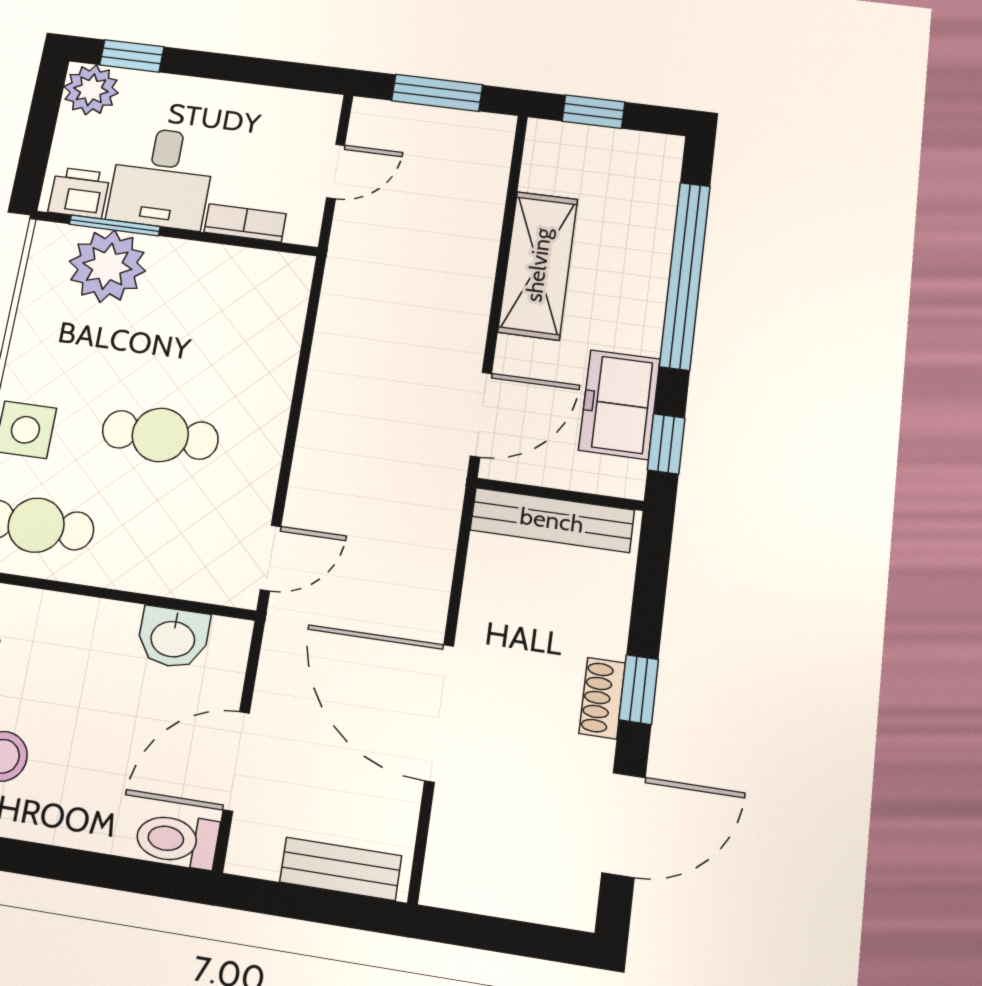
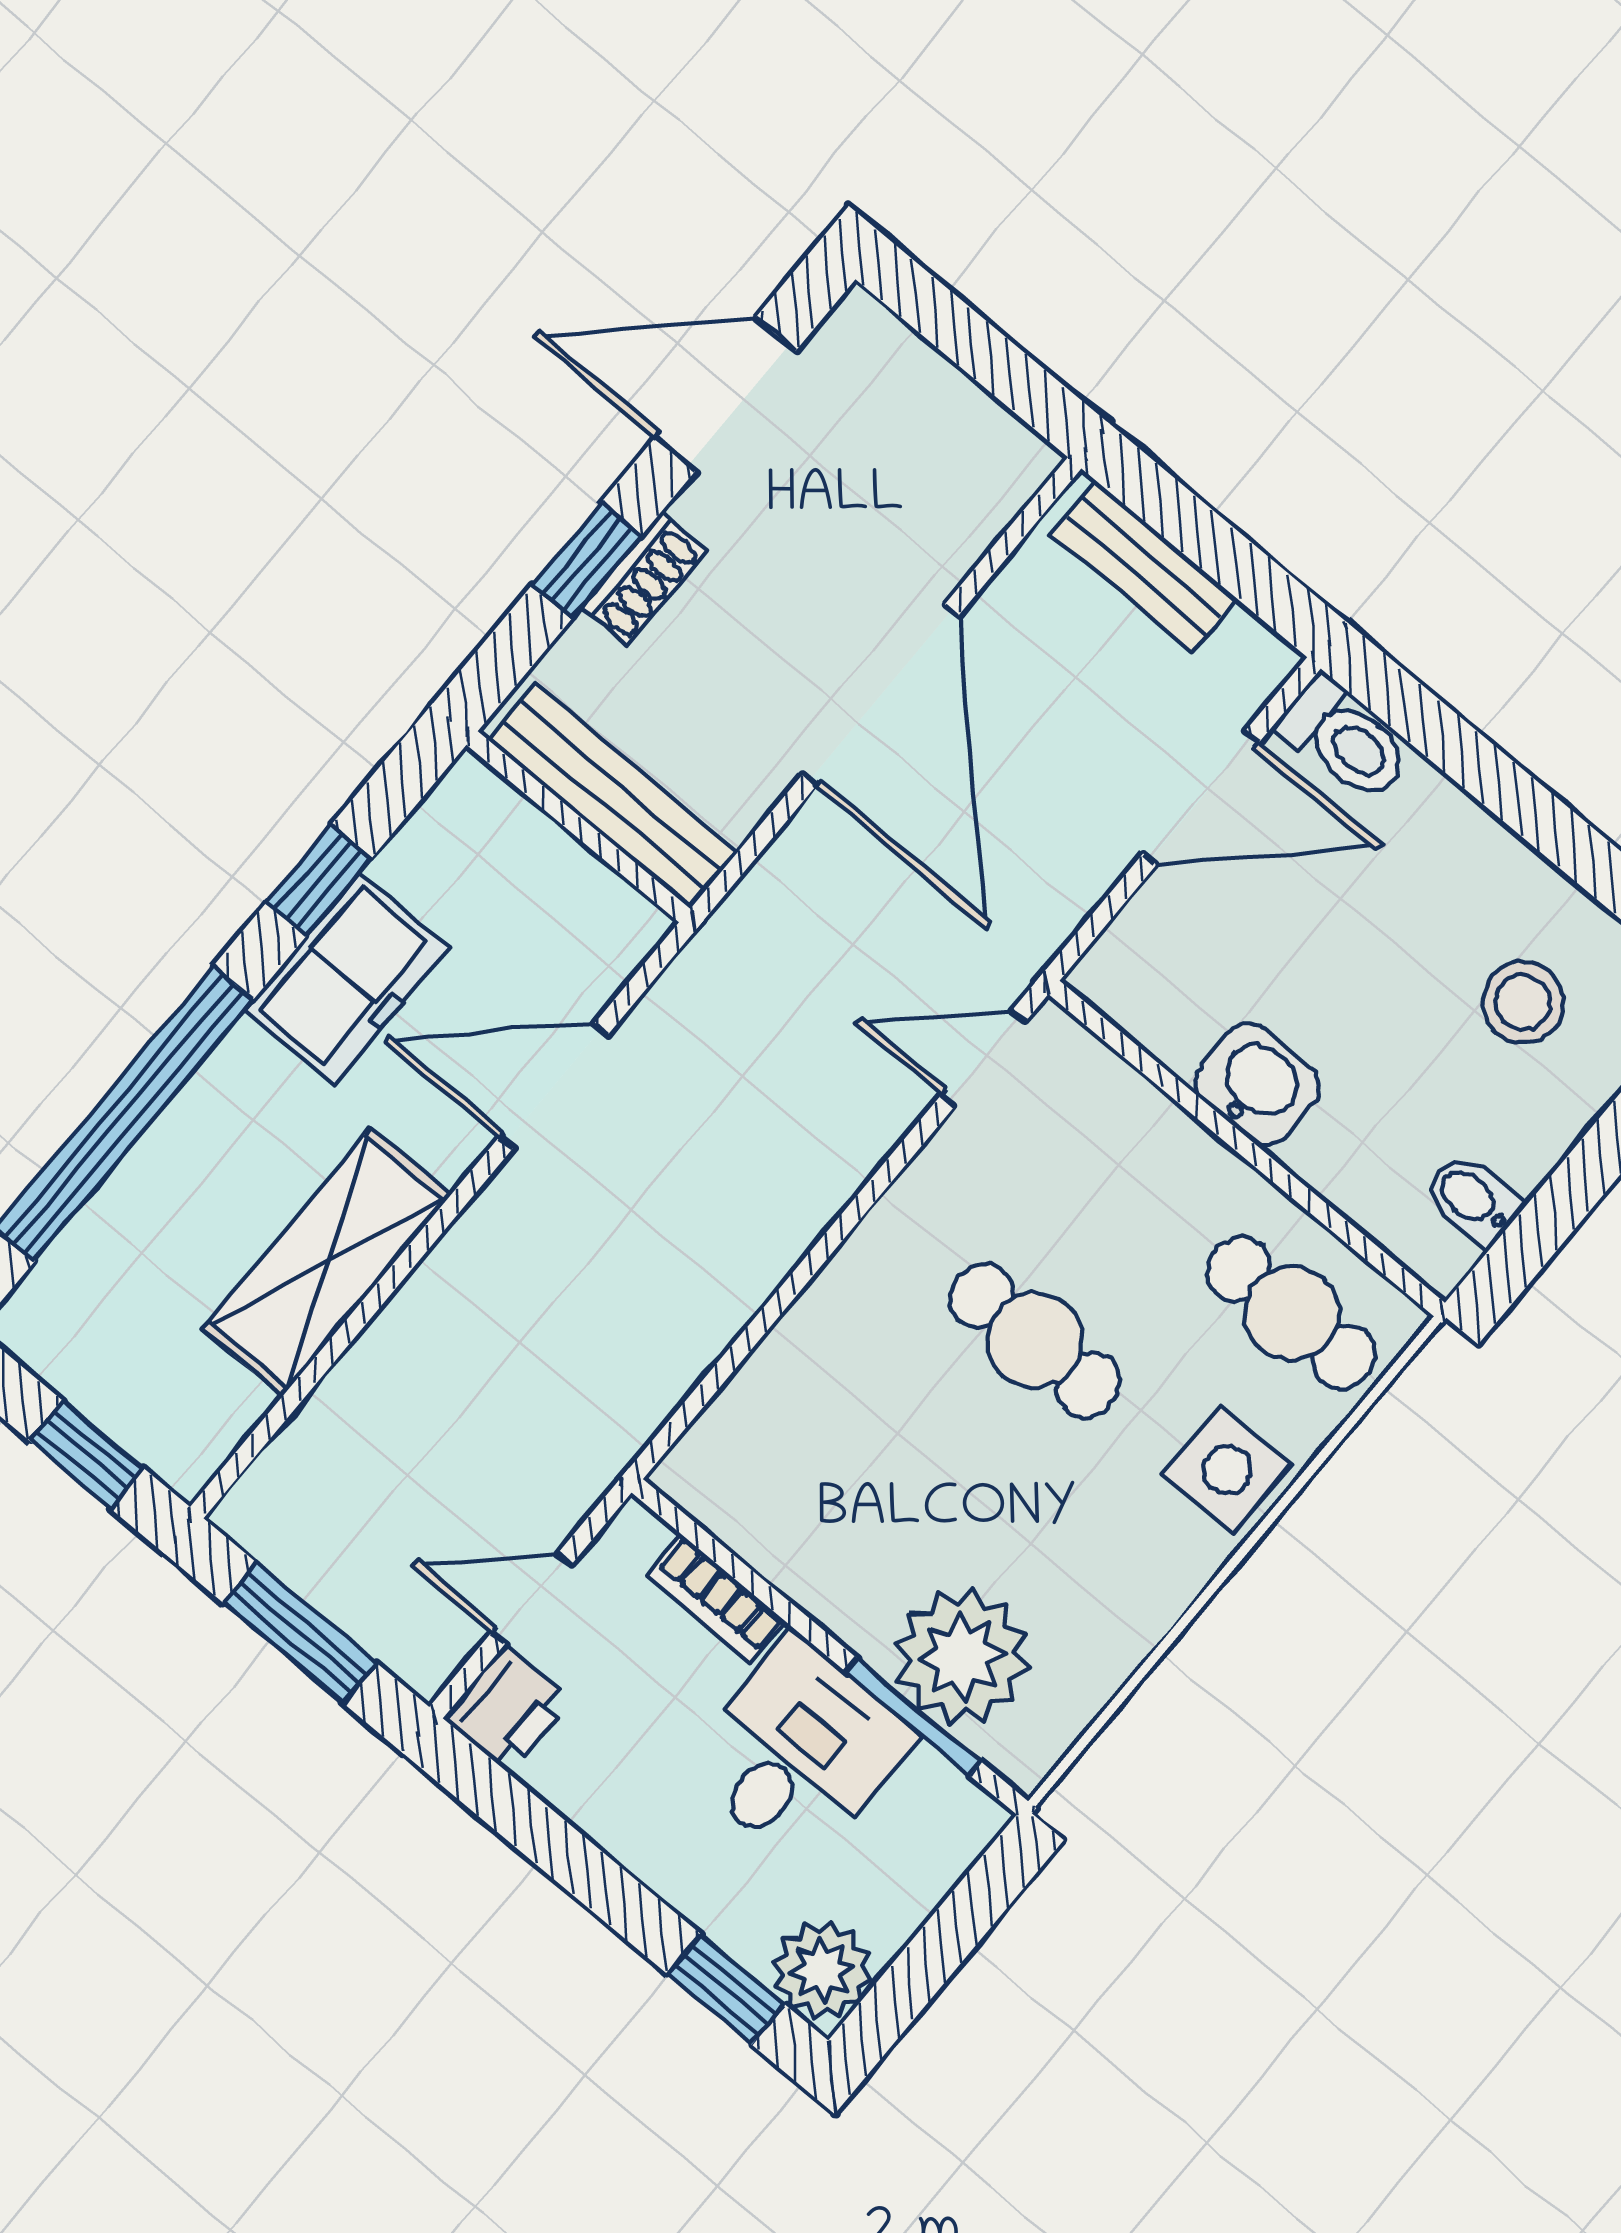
printer: (79, 193) -> (507, 1709), moved, turned -90
wall: (560, 494) -> (578, 827), moved
bench: (552, 520) -> (613, 796), moved
washbasin: (173, 637) -> (1258, 1085), moved

